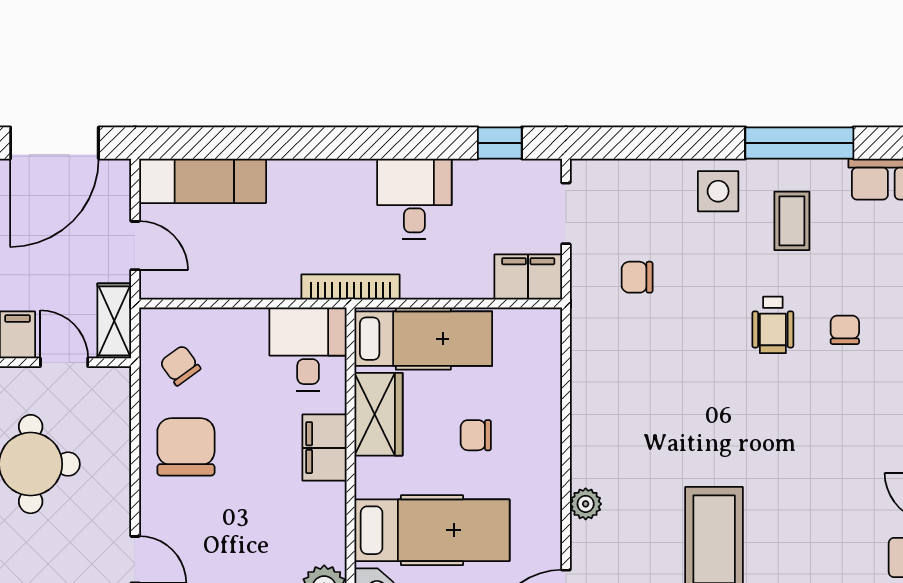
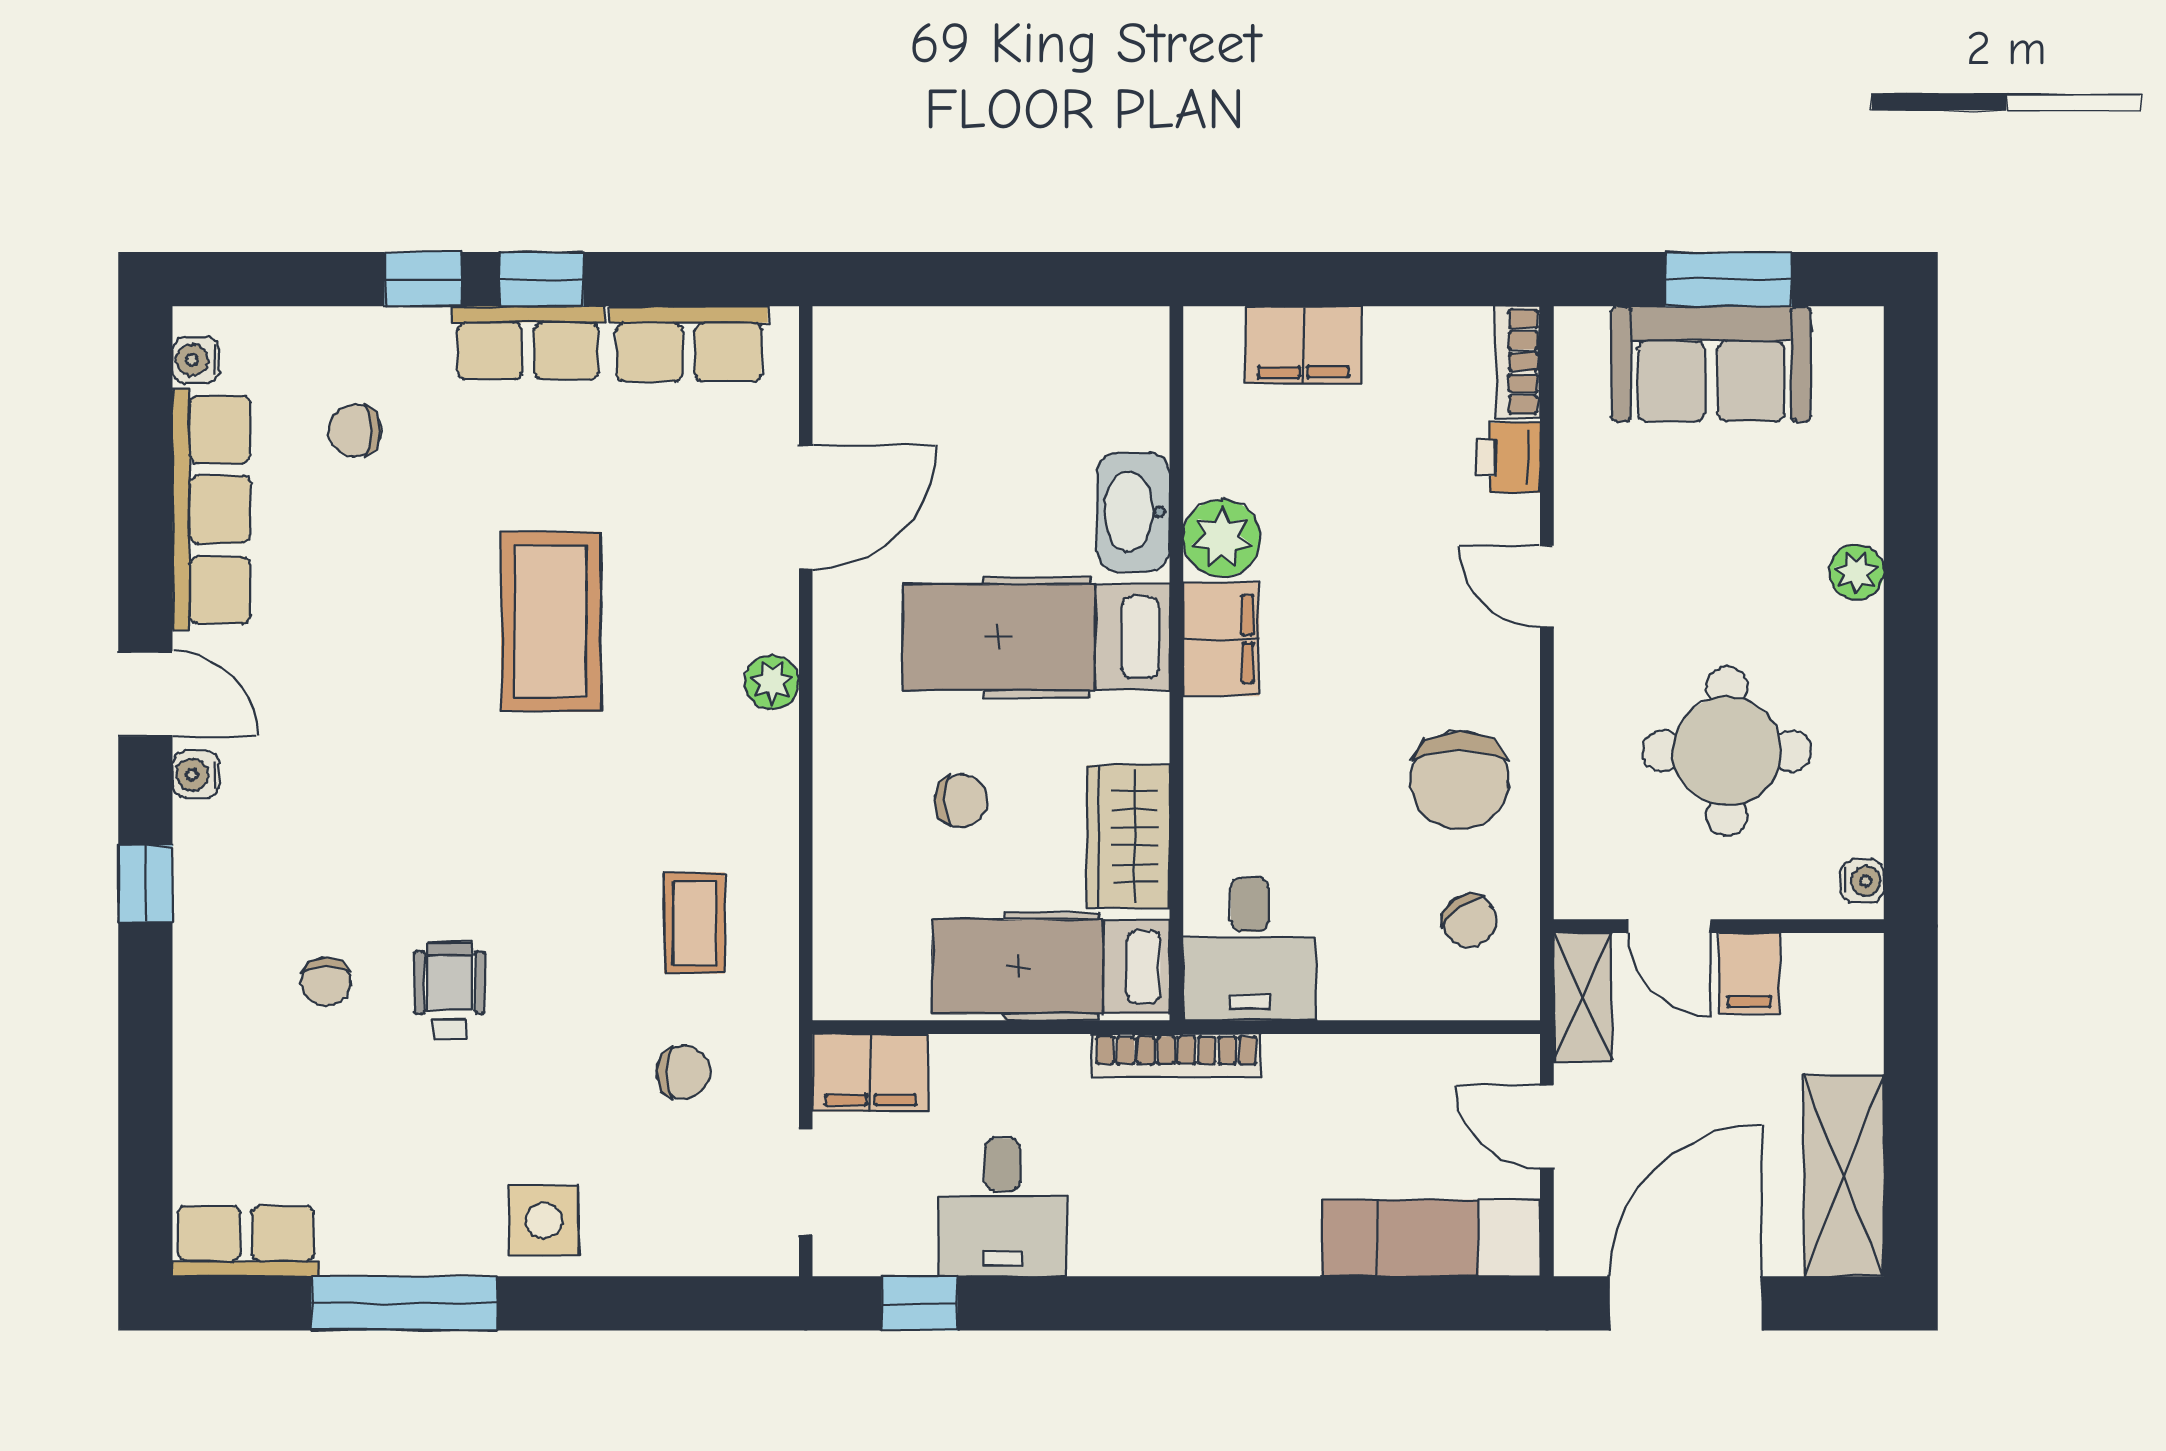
desk: (414, 199) -> (1002, 1207), moved
coffee table: (792, 221) -> (695, 923), moved
filing cabinet: (325, 448) -> (1221, 639), moved

